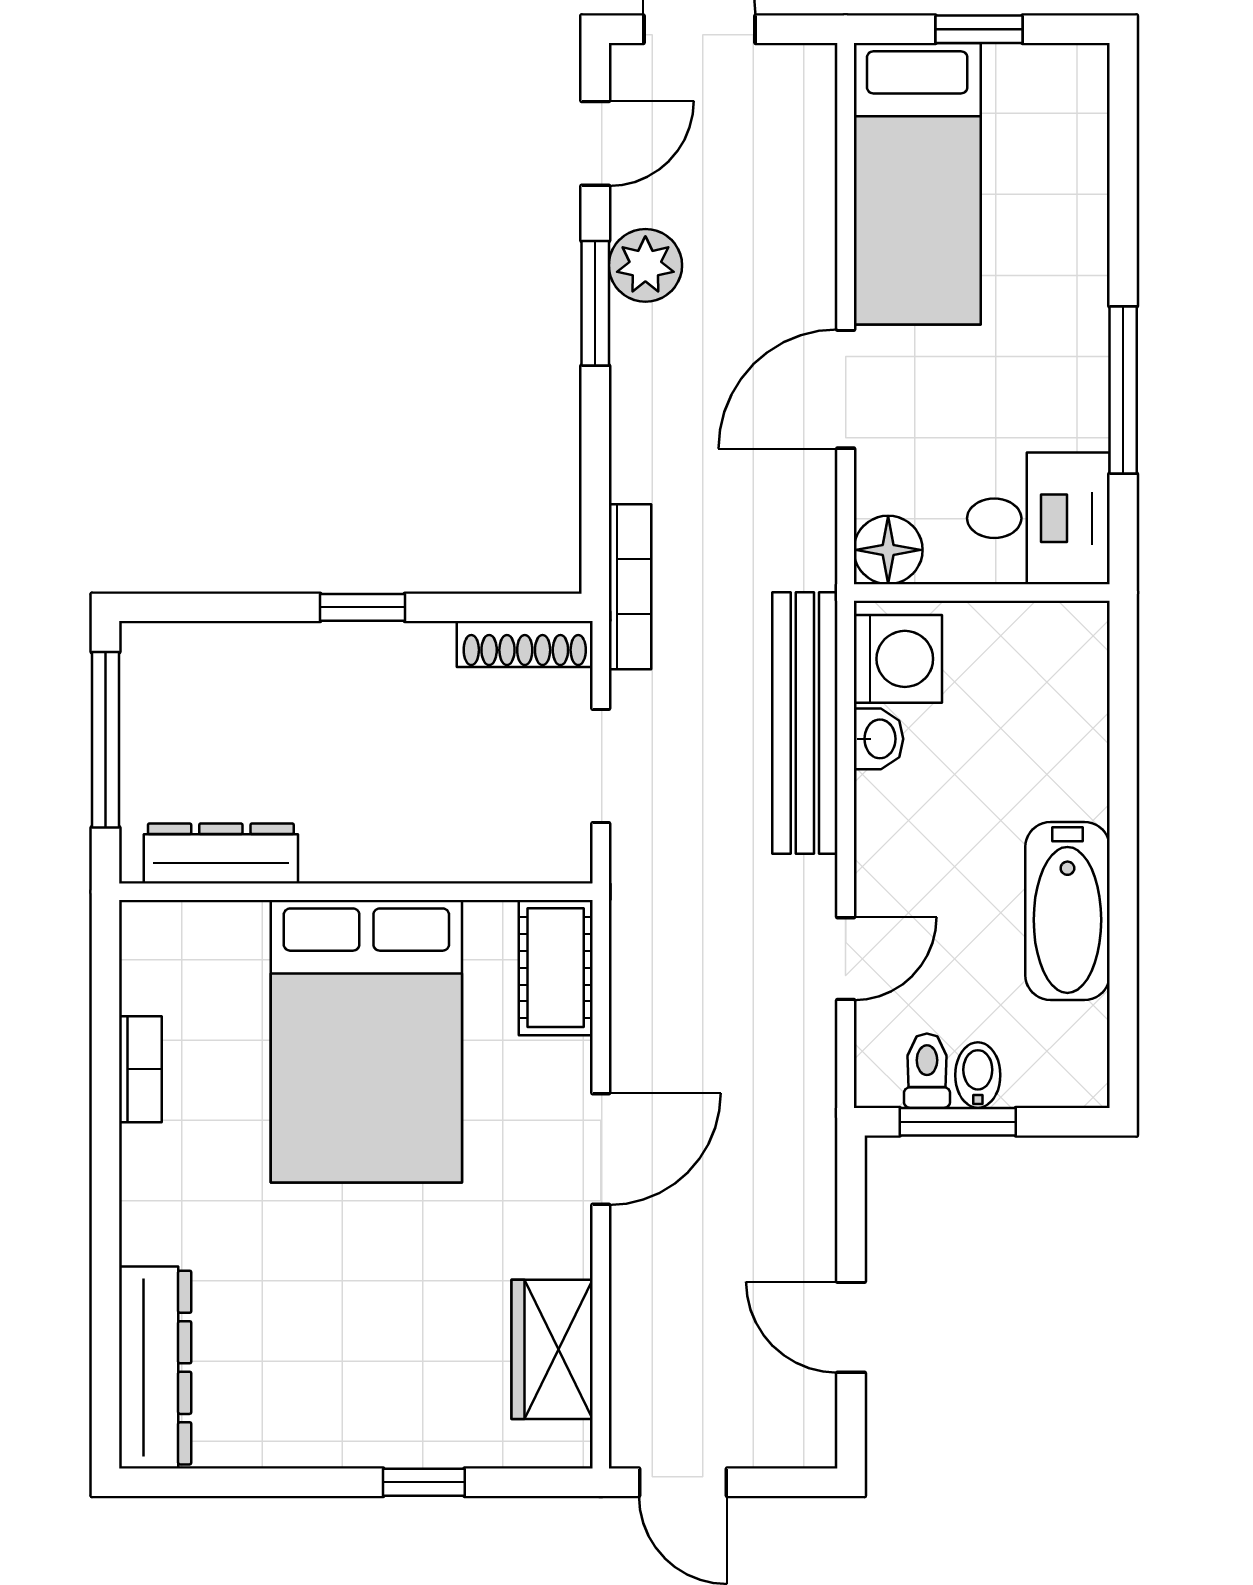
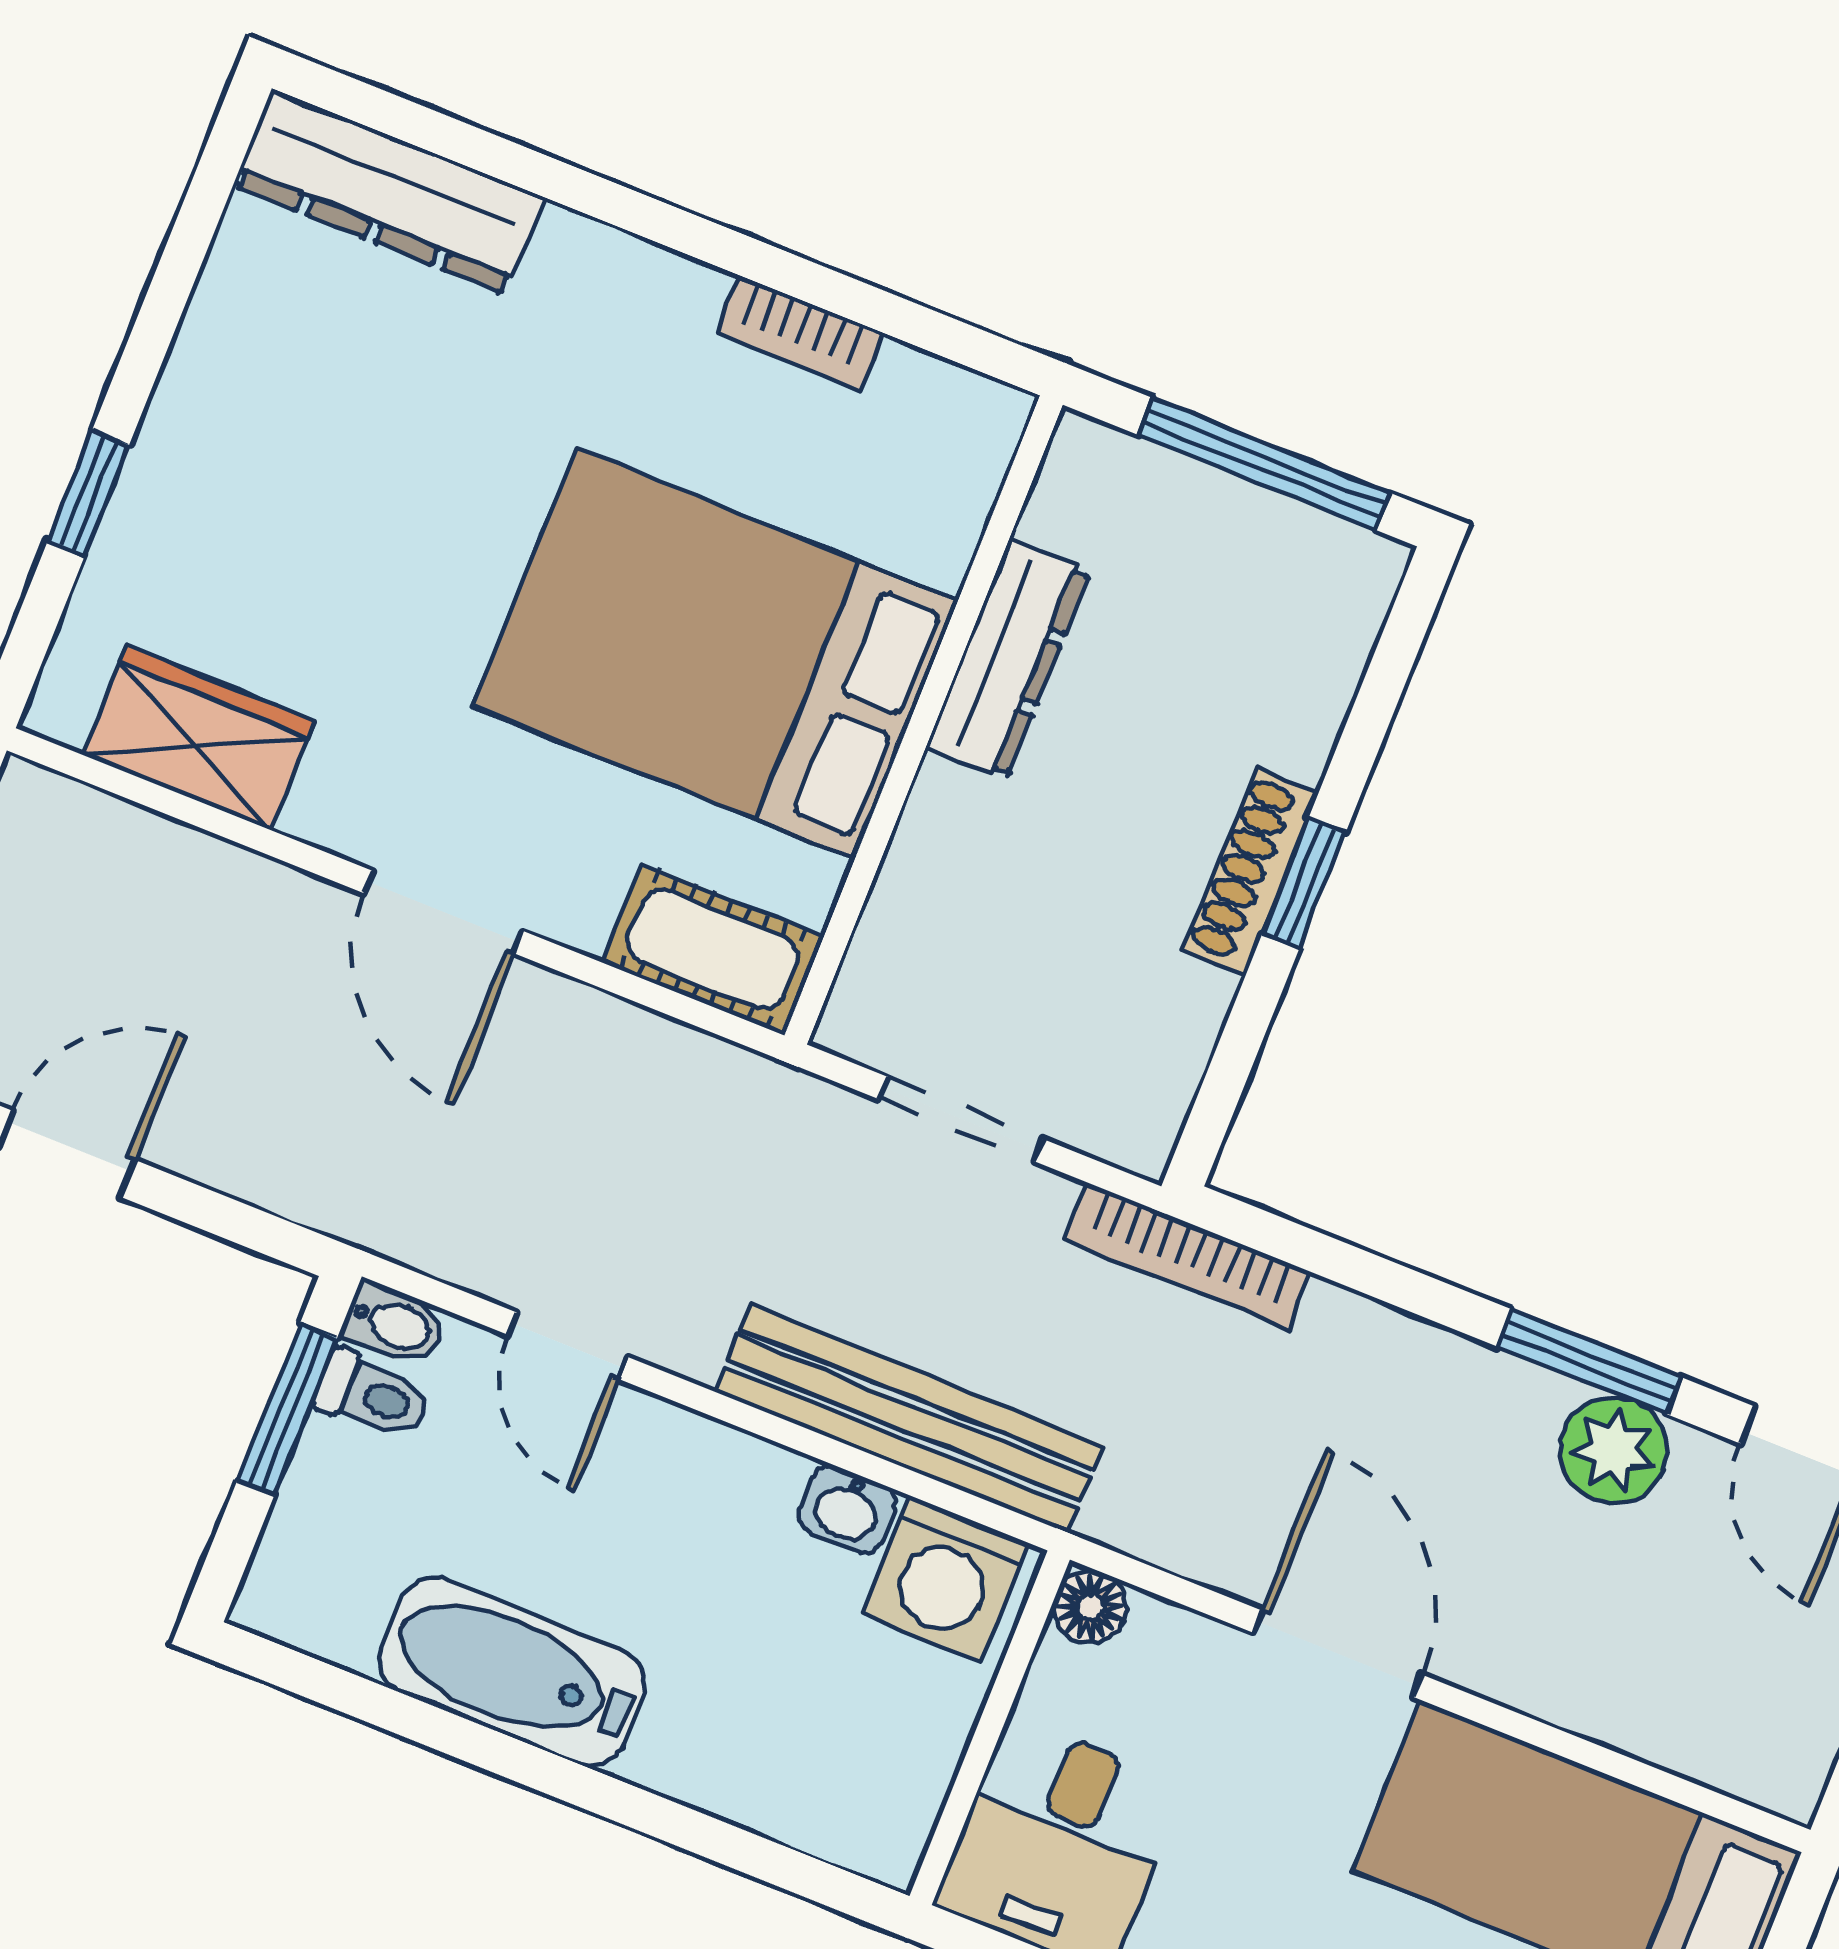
floor lamp: (888, 550) -> (1090, 1607), width x0.73, depth x0.73
shoe rack: (525, 644) -> (1251, 872), moved
dresser: (221, 853) -> (1008, 659), moved
bidet: (978, 1075) -> (394, 1324), moved

